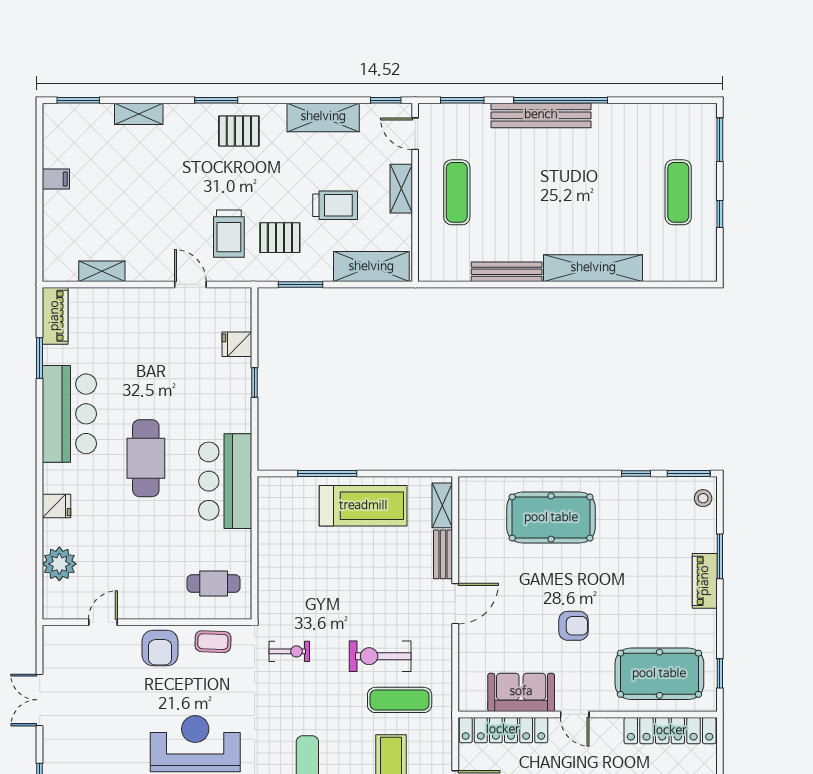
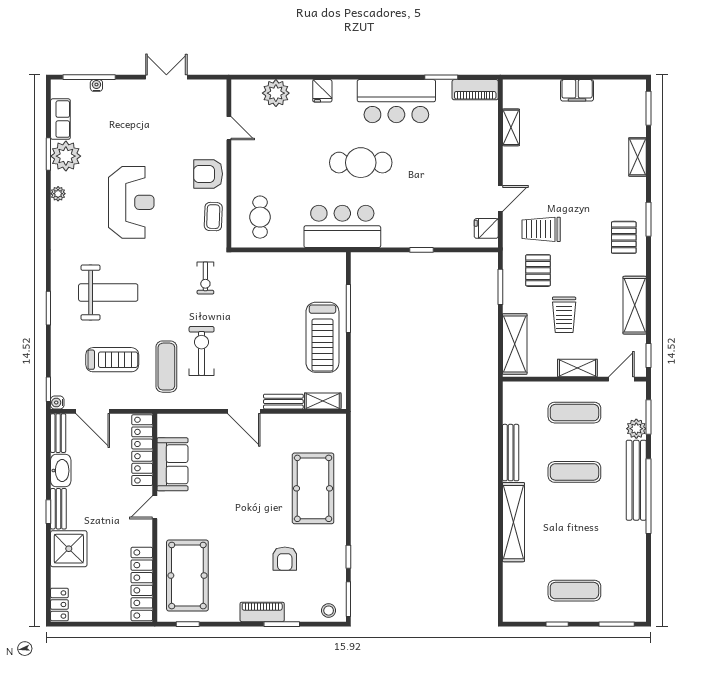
plant: (477, 115) -> (636, 429), added
filing cabinet: (56, 179) -> (577, 90), width x2.00
exercise mat: (531, 192) -> (574, 472), added
fridge: (237, 344) -> (486, 228), moved, turned -90
armchair: (573, 626) -> (285, 559), moved

